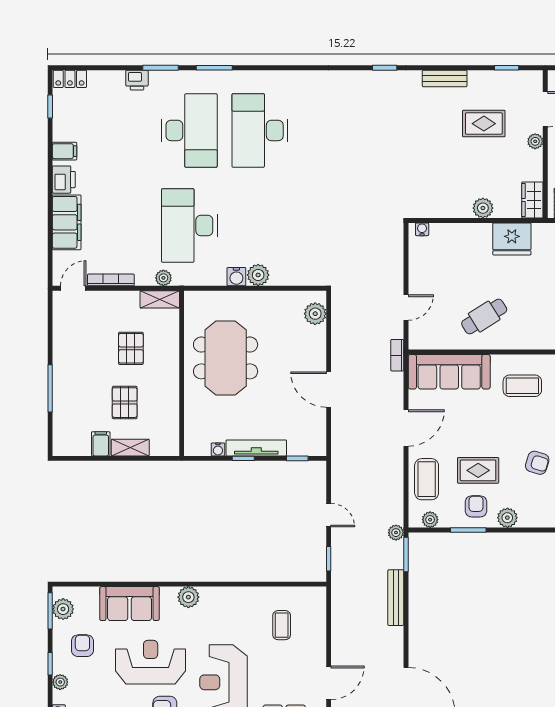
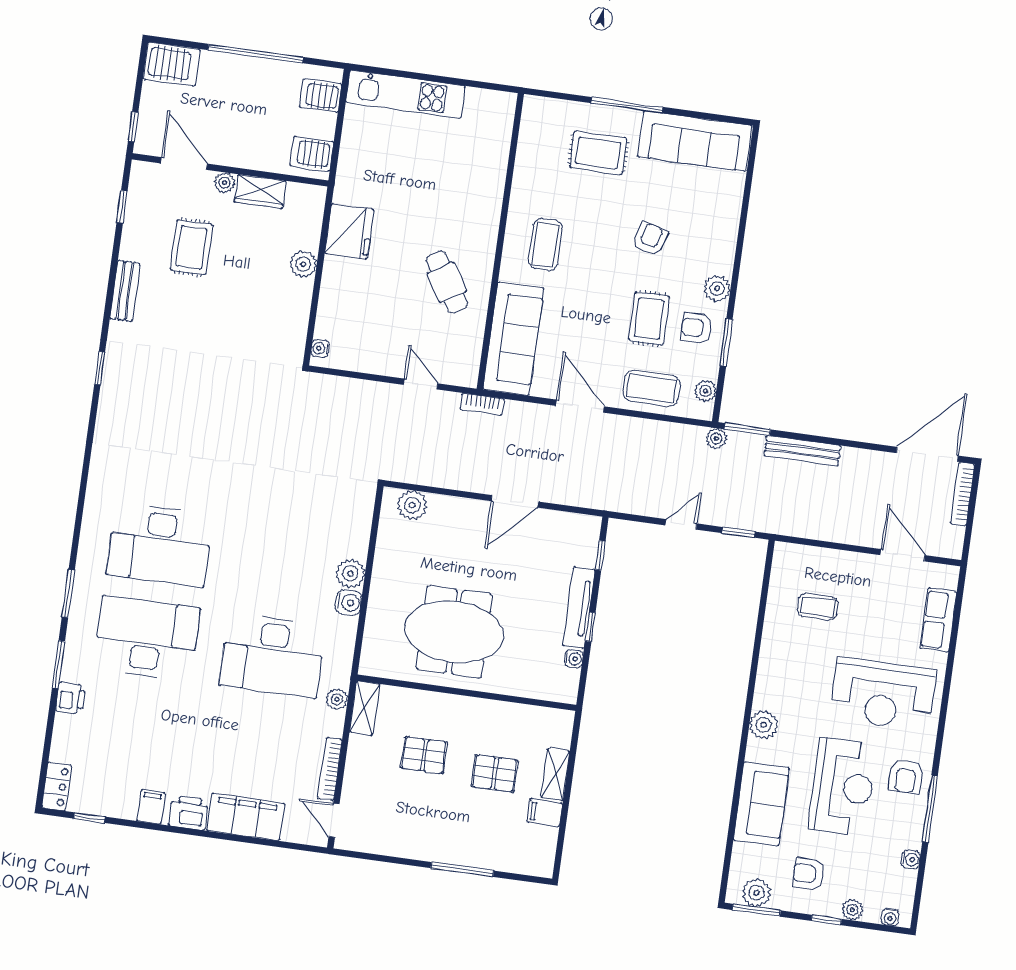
wardrobe: (532, 200) -> (260, 191), moved
reception desk: (151, 662) -> (843, 787), turned 180

